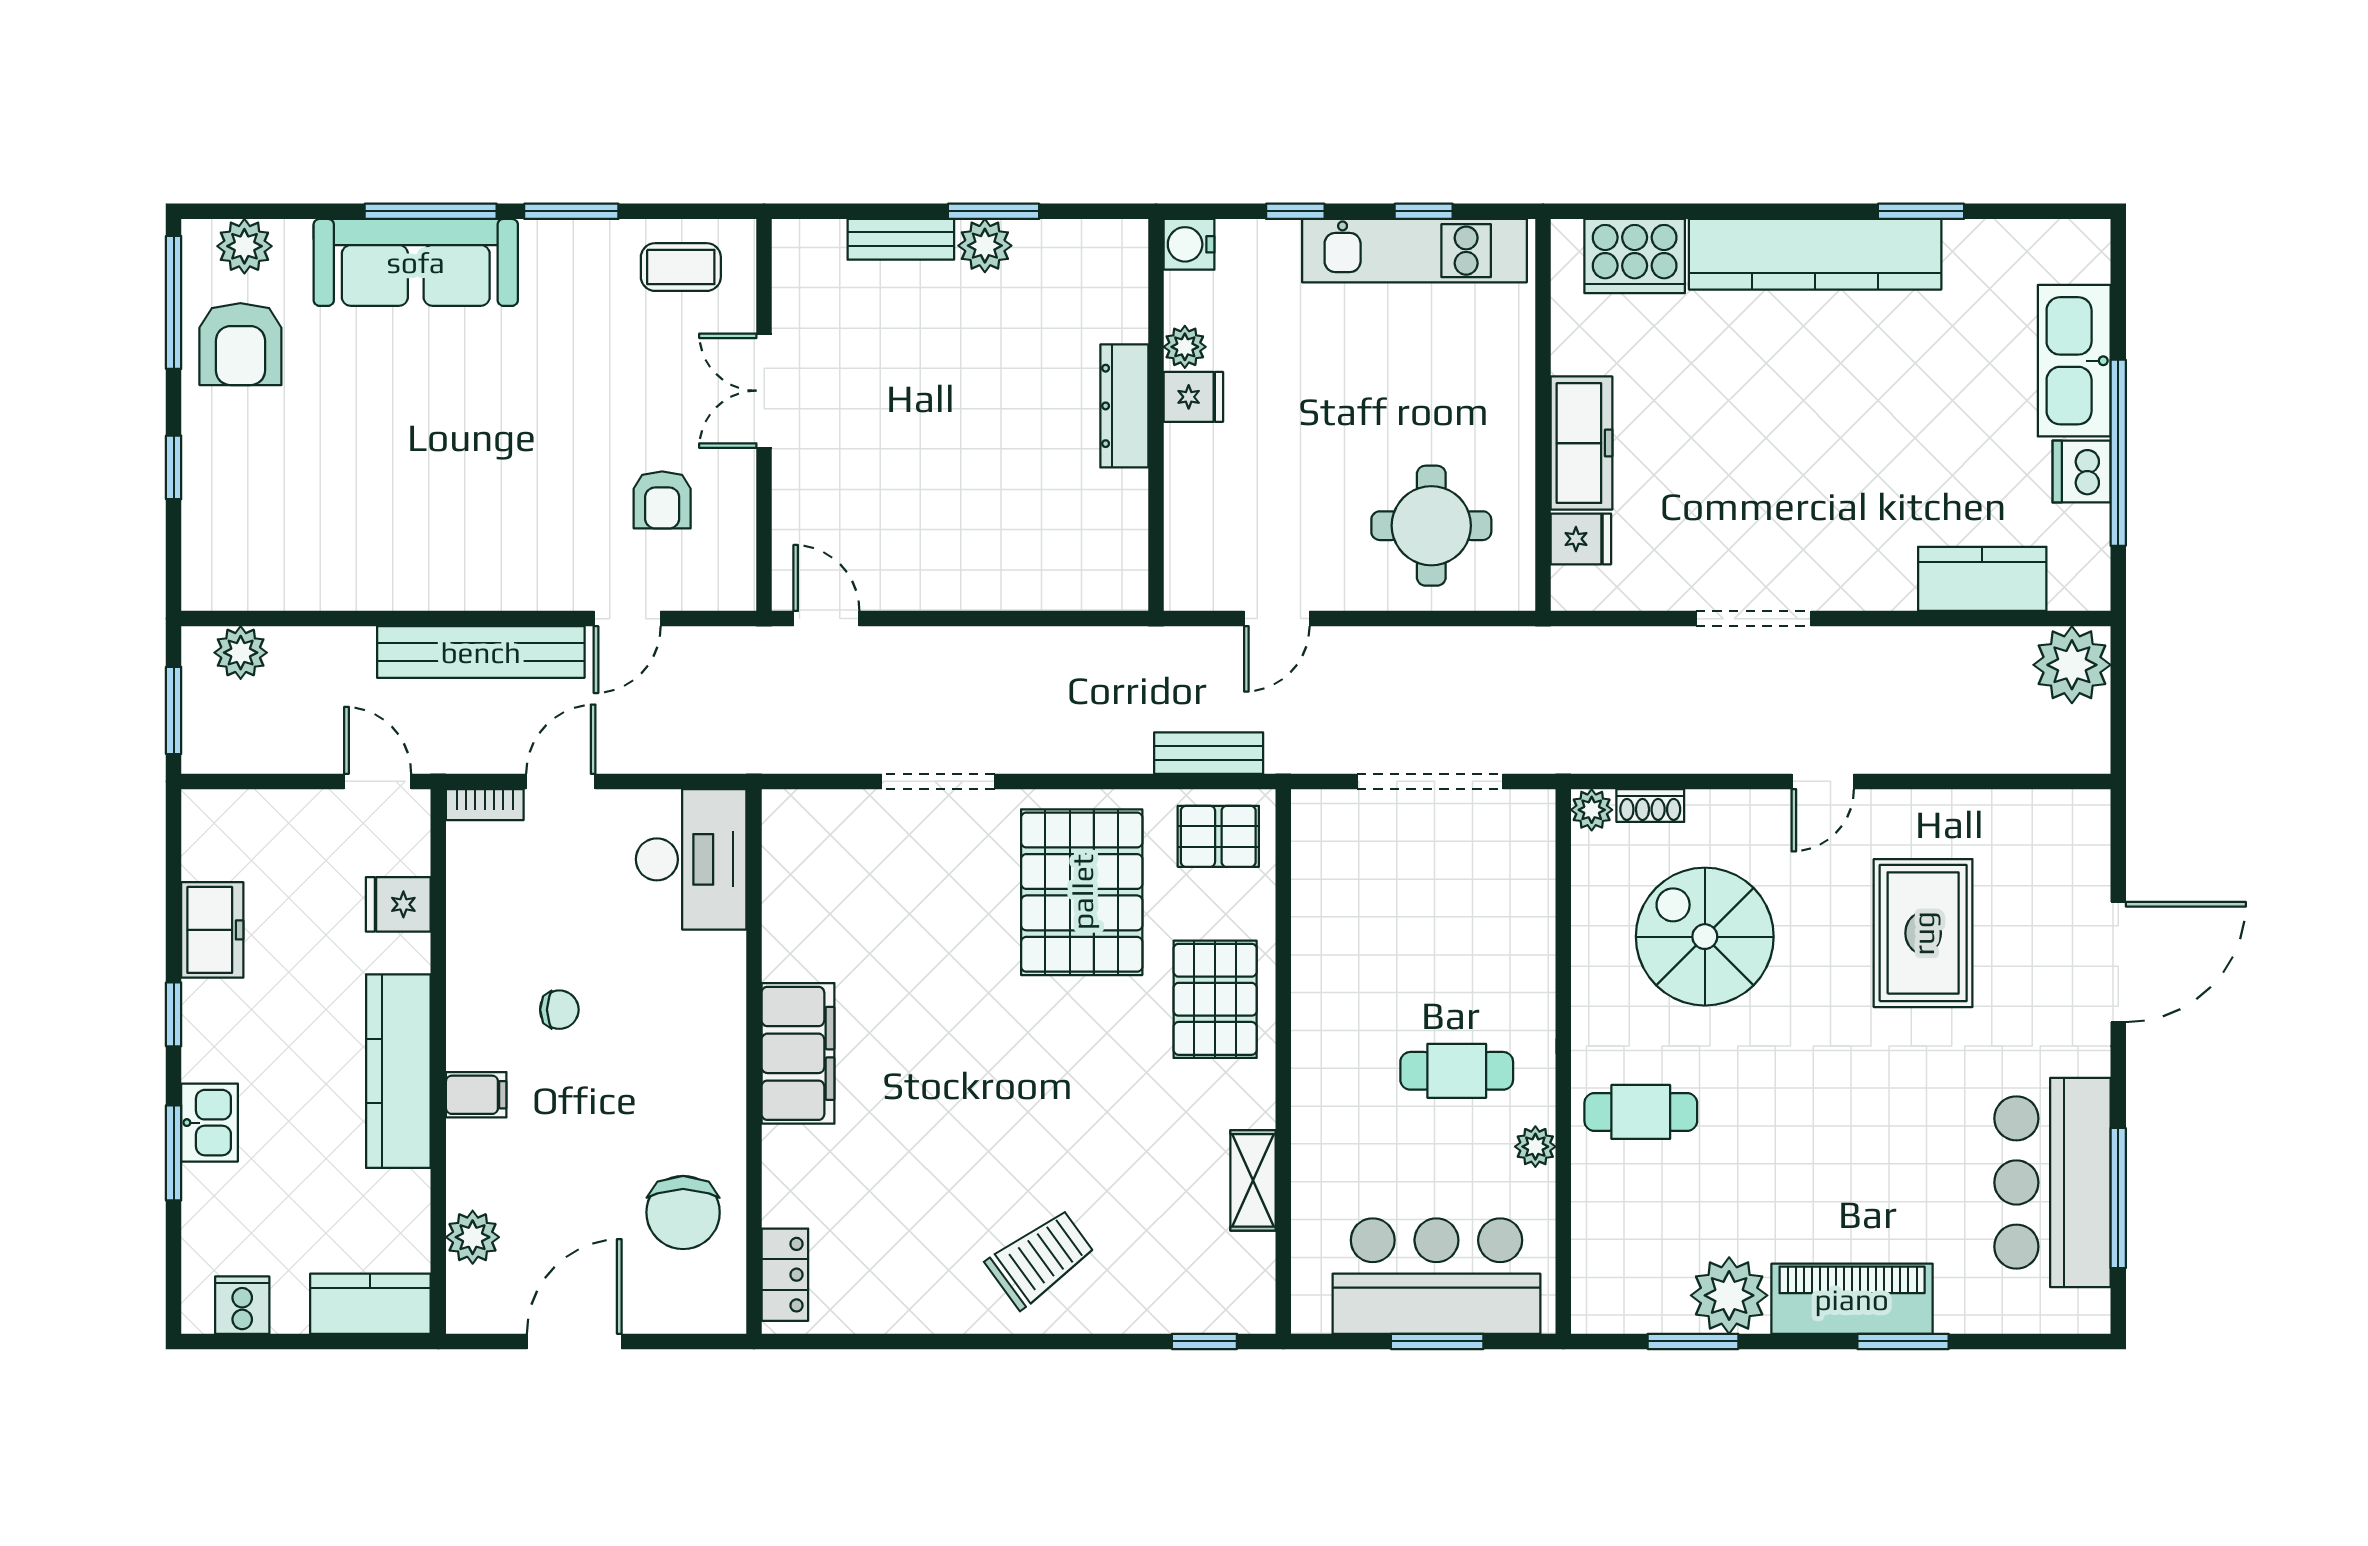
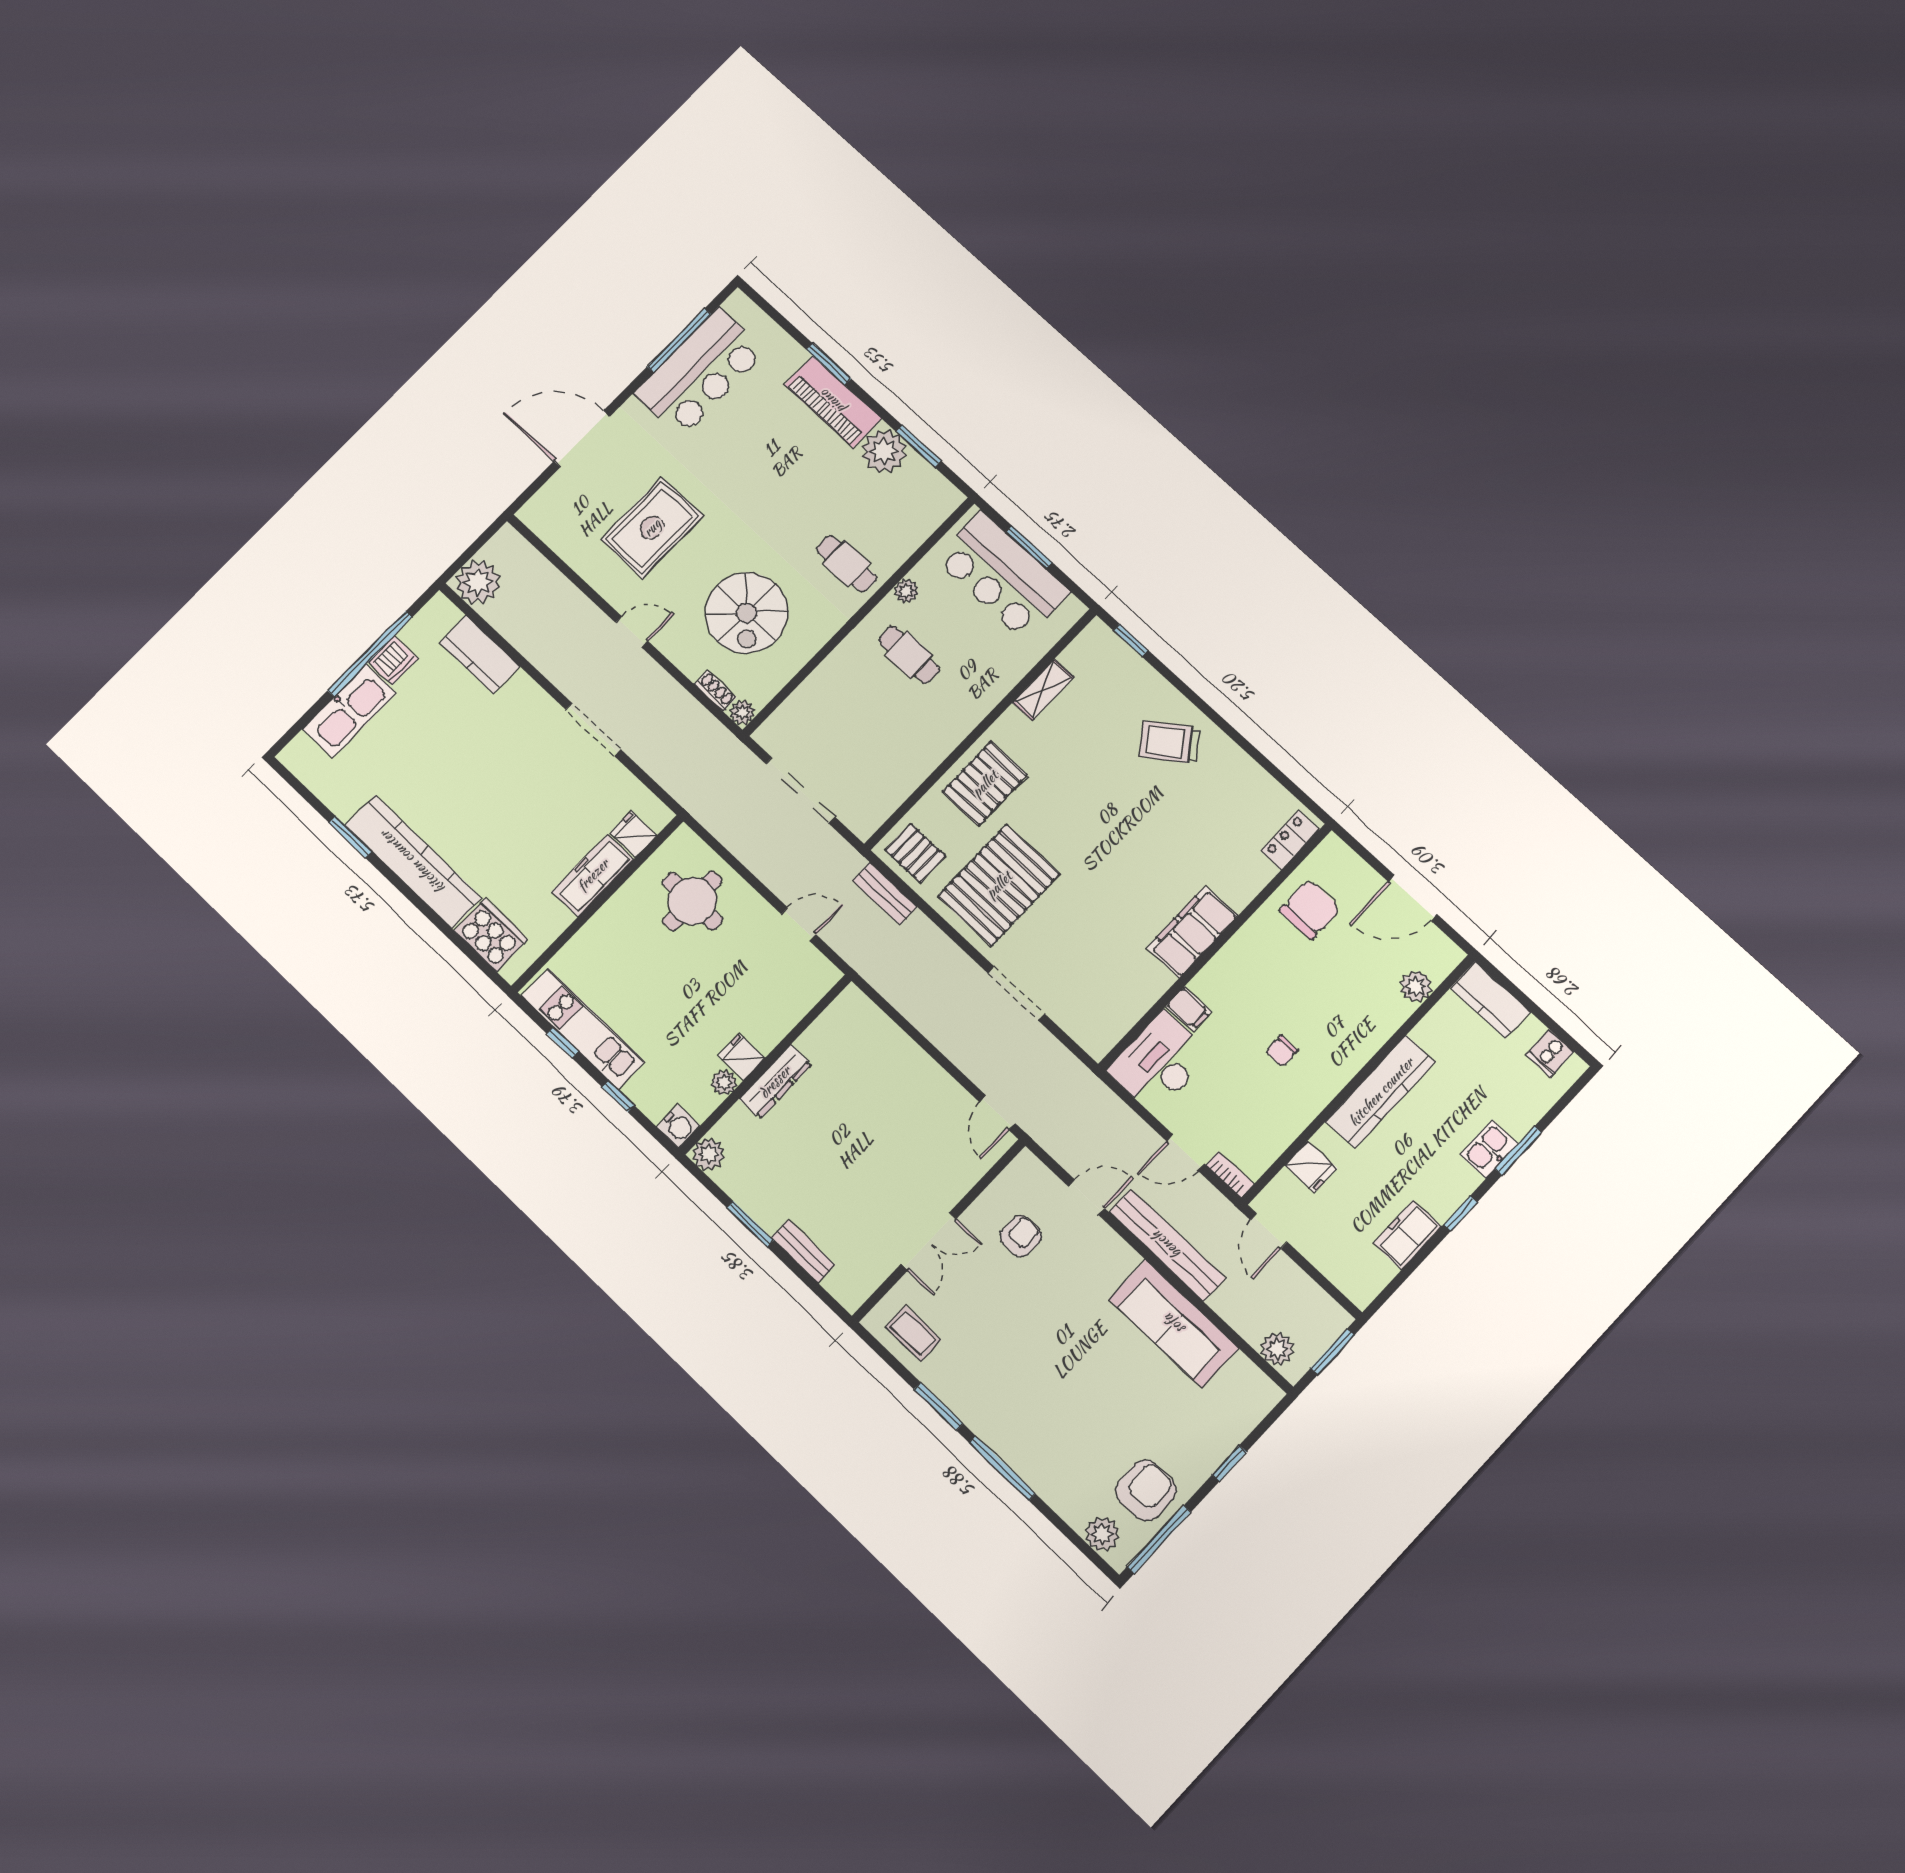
plant: (985, 246) -> (708, 1154), moved
sofa: (416, 262) -> (1174, 1324), moved, turned 180
chair: (559, 1010) -> (1282, 1051), turned -90
filing cabinet: (476, 1095) -> (1189, 1009), moved, turned 180

